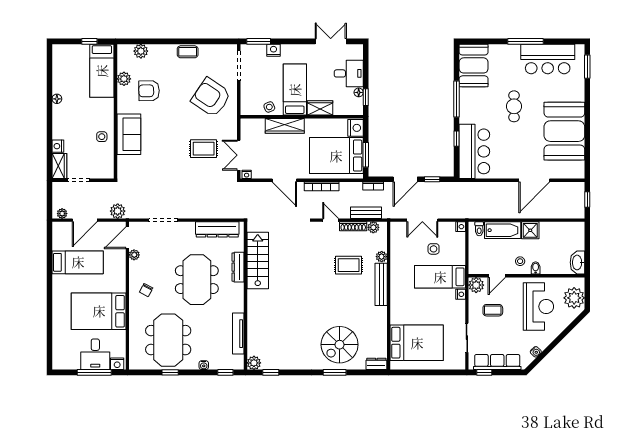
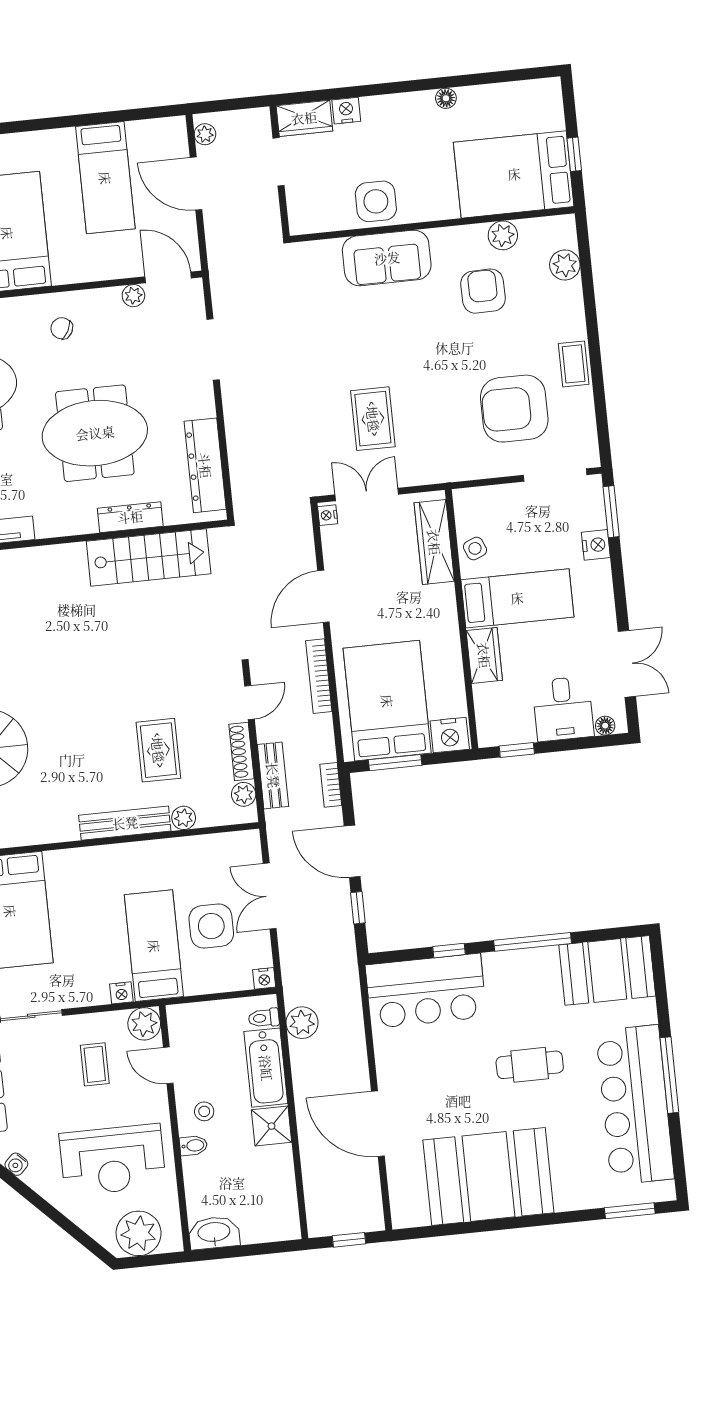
bar counter: (548, 59) -> (635, 1105), width x1.36
bed: (102, 71) -> (514, 174), width x1.50
floor lamp: (359, 92) -> (605, 726), moved
armchair: (211, 97) -> (514, 409), moved, turned -124
wardrobe: (285, 126) -> (434, 542), moved
side table: (102, 137) -> (376, 201), width x1.87, depth x1.87
plant: (118, 211) -> (302, 1023), moved
side table: (434, 249) -> (211, 926), width x1.87, depth x1.87

